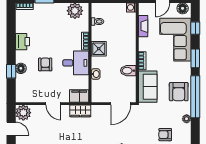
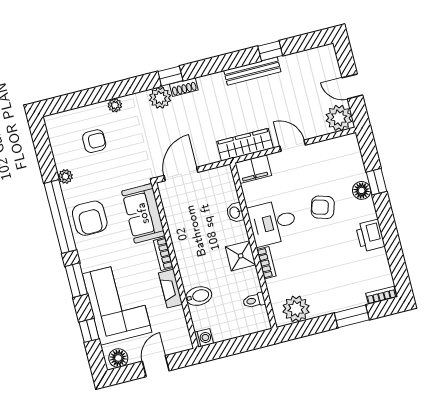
fireplace: (143, 26) -> (170, 289), moved
armchair: (45, 64) -> (323, 207), turned 107
bidet: (128, 71) -> (199, 296), moved
armchair: (179, 92) -> (90, 218), turned 180
wardrobe: (80, 111) -> (245, 145), width x1.50

